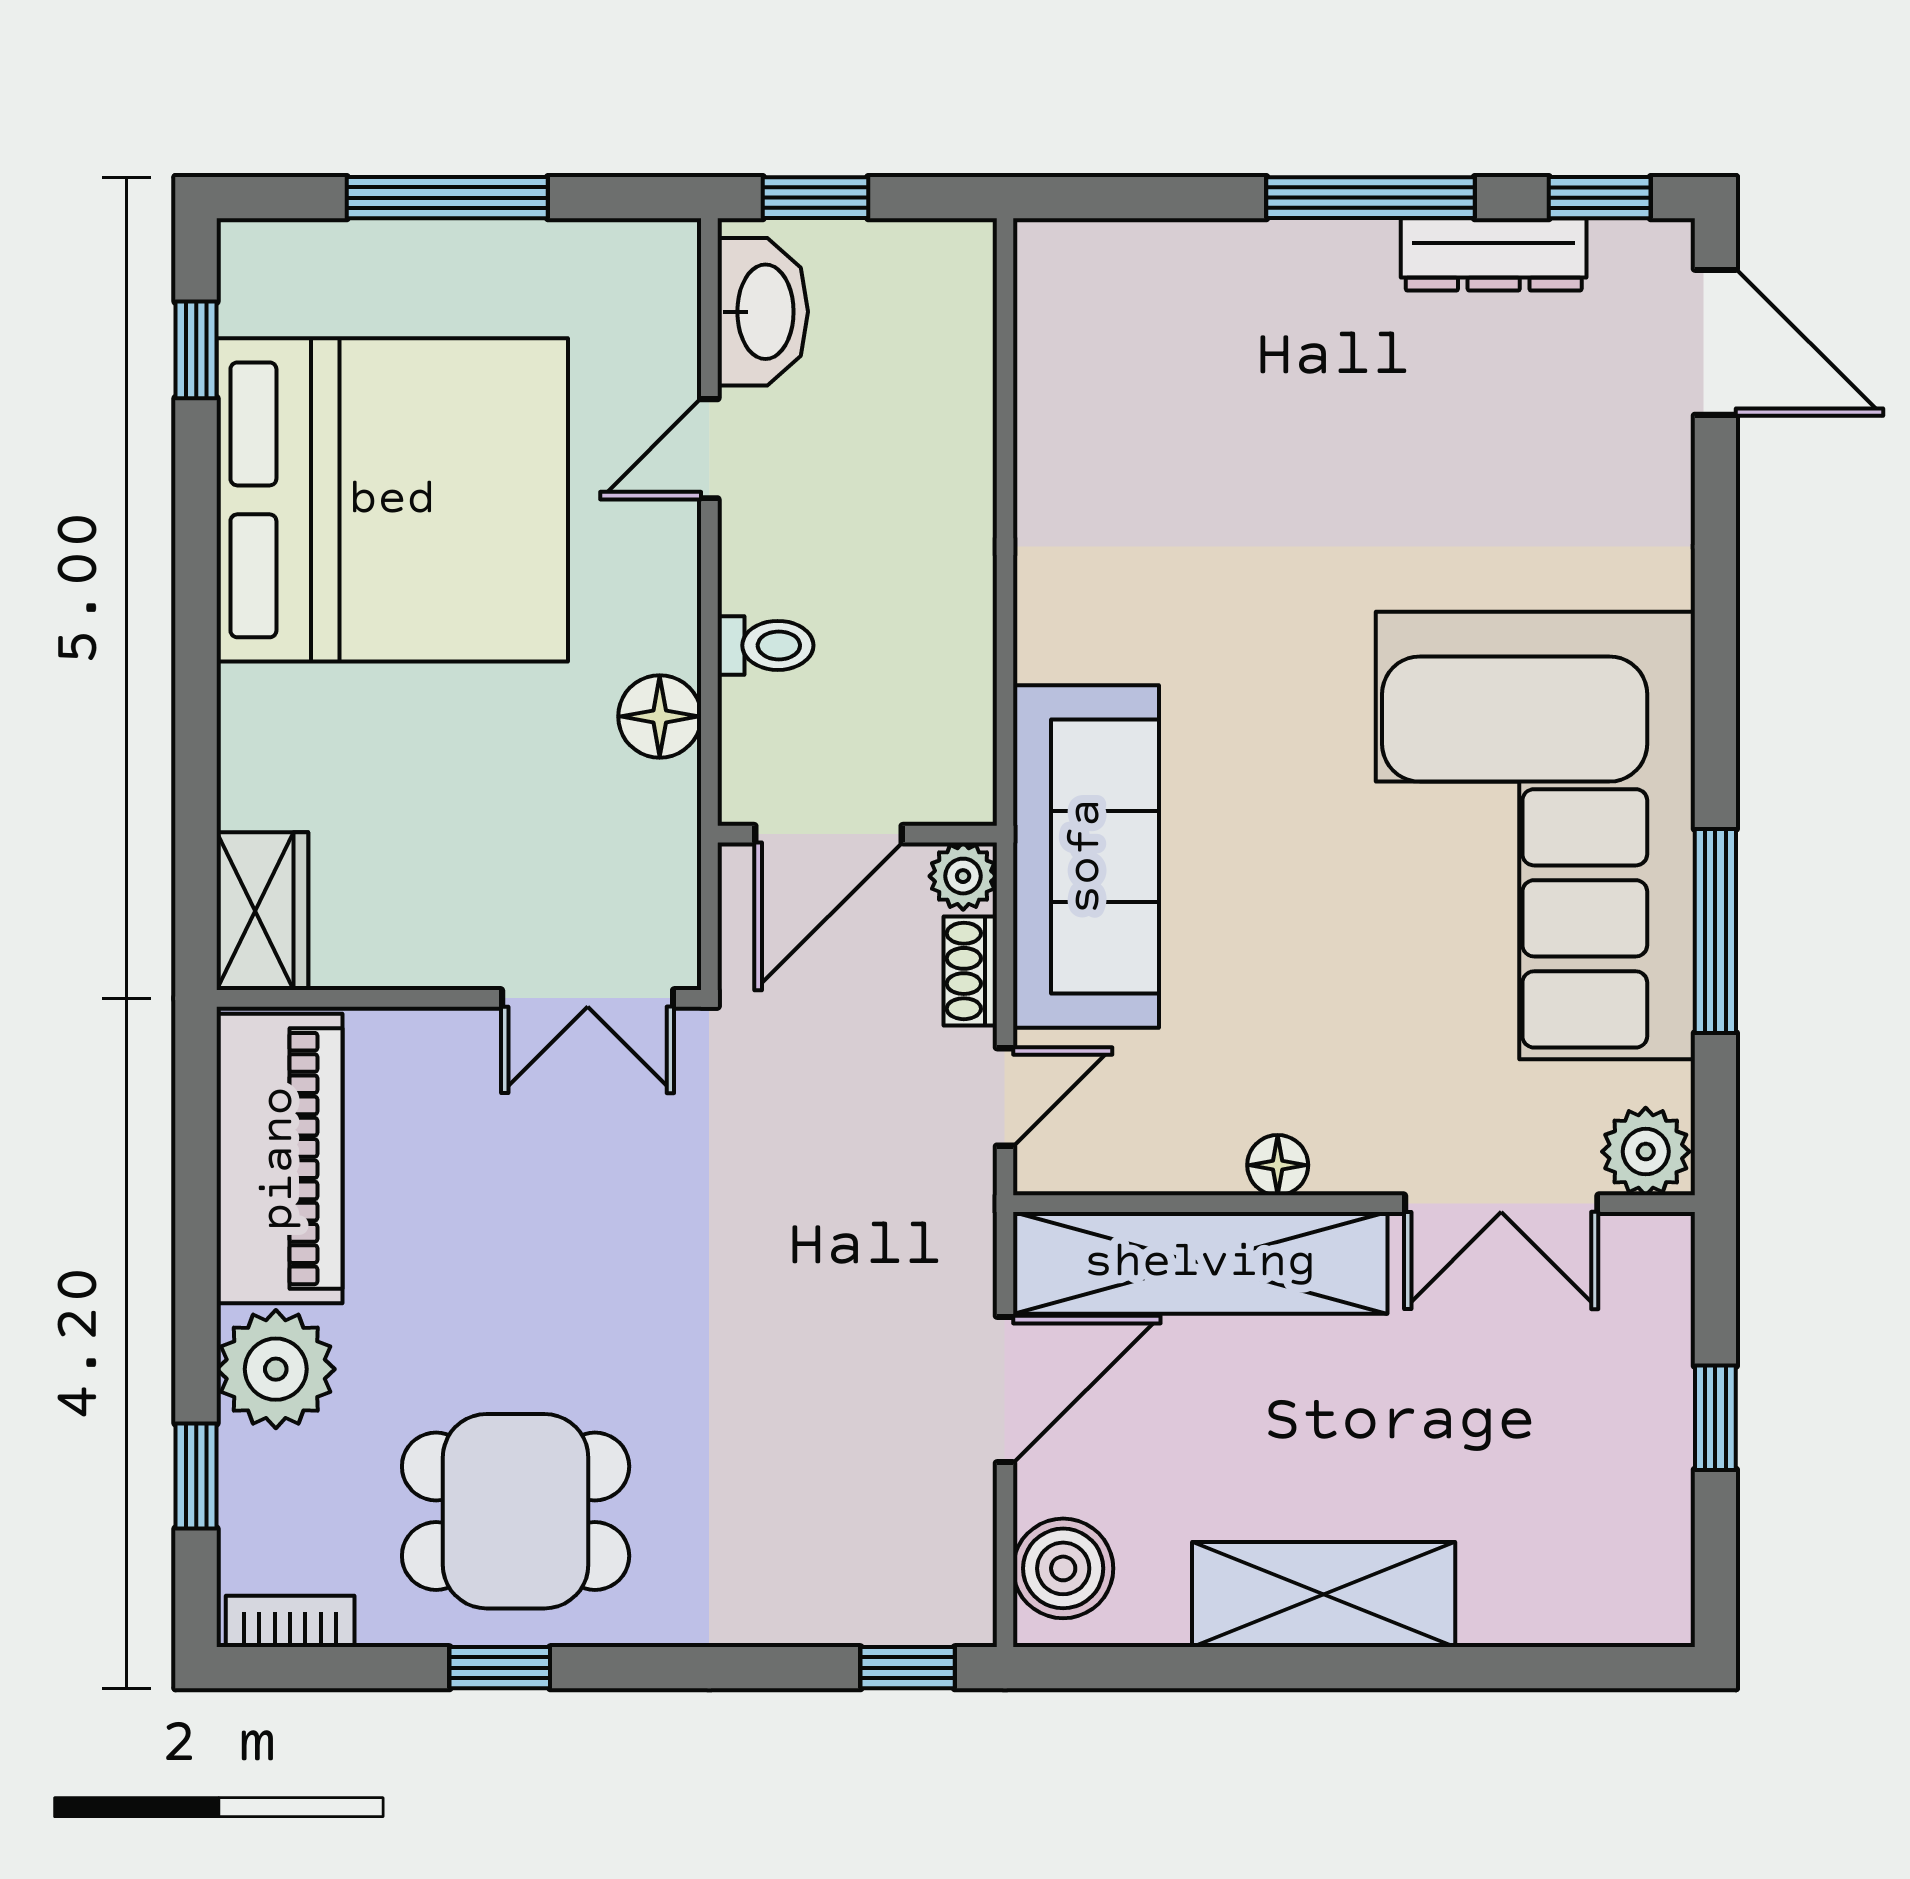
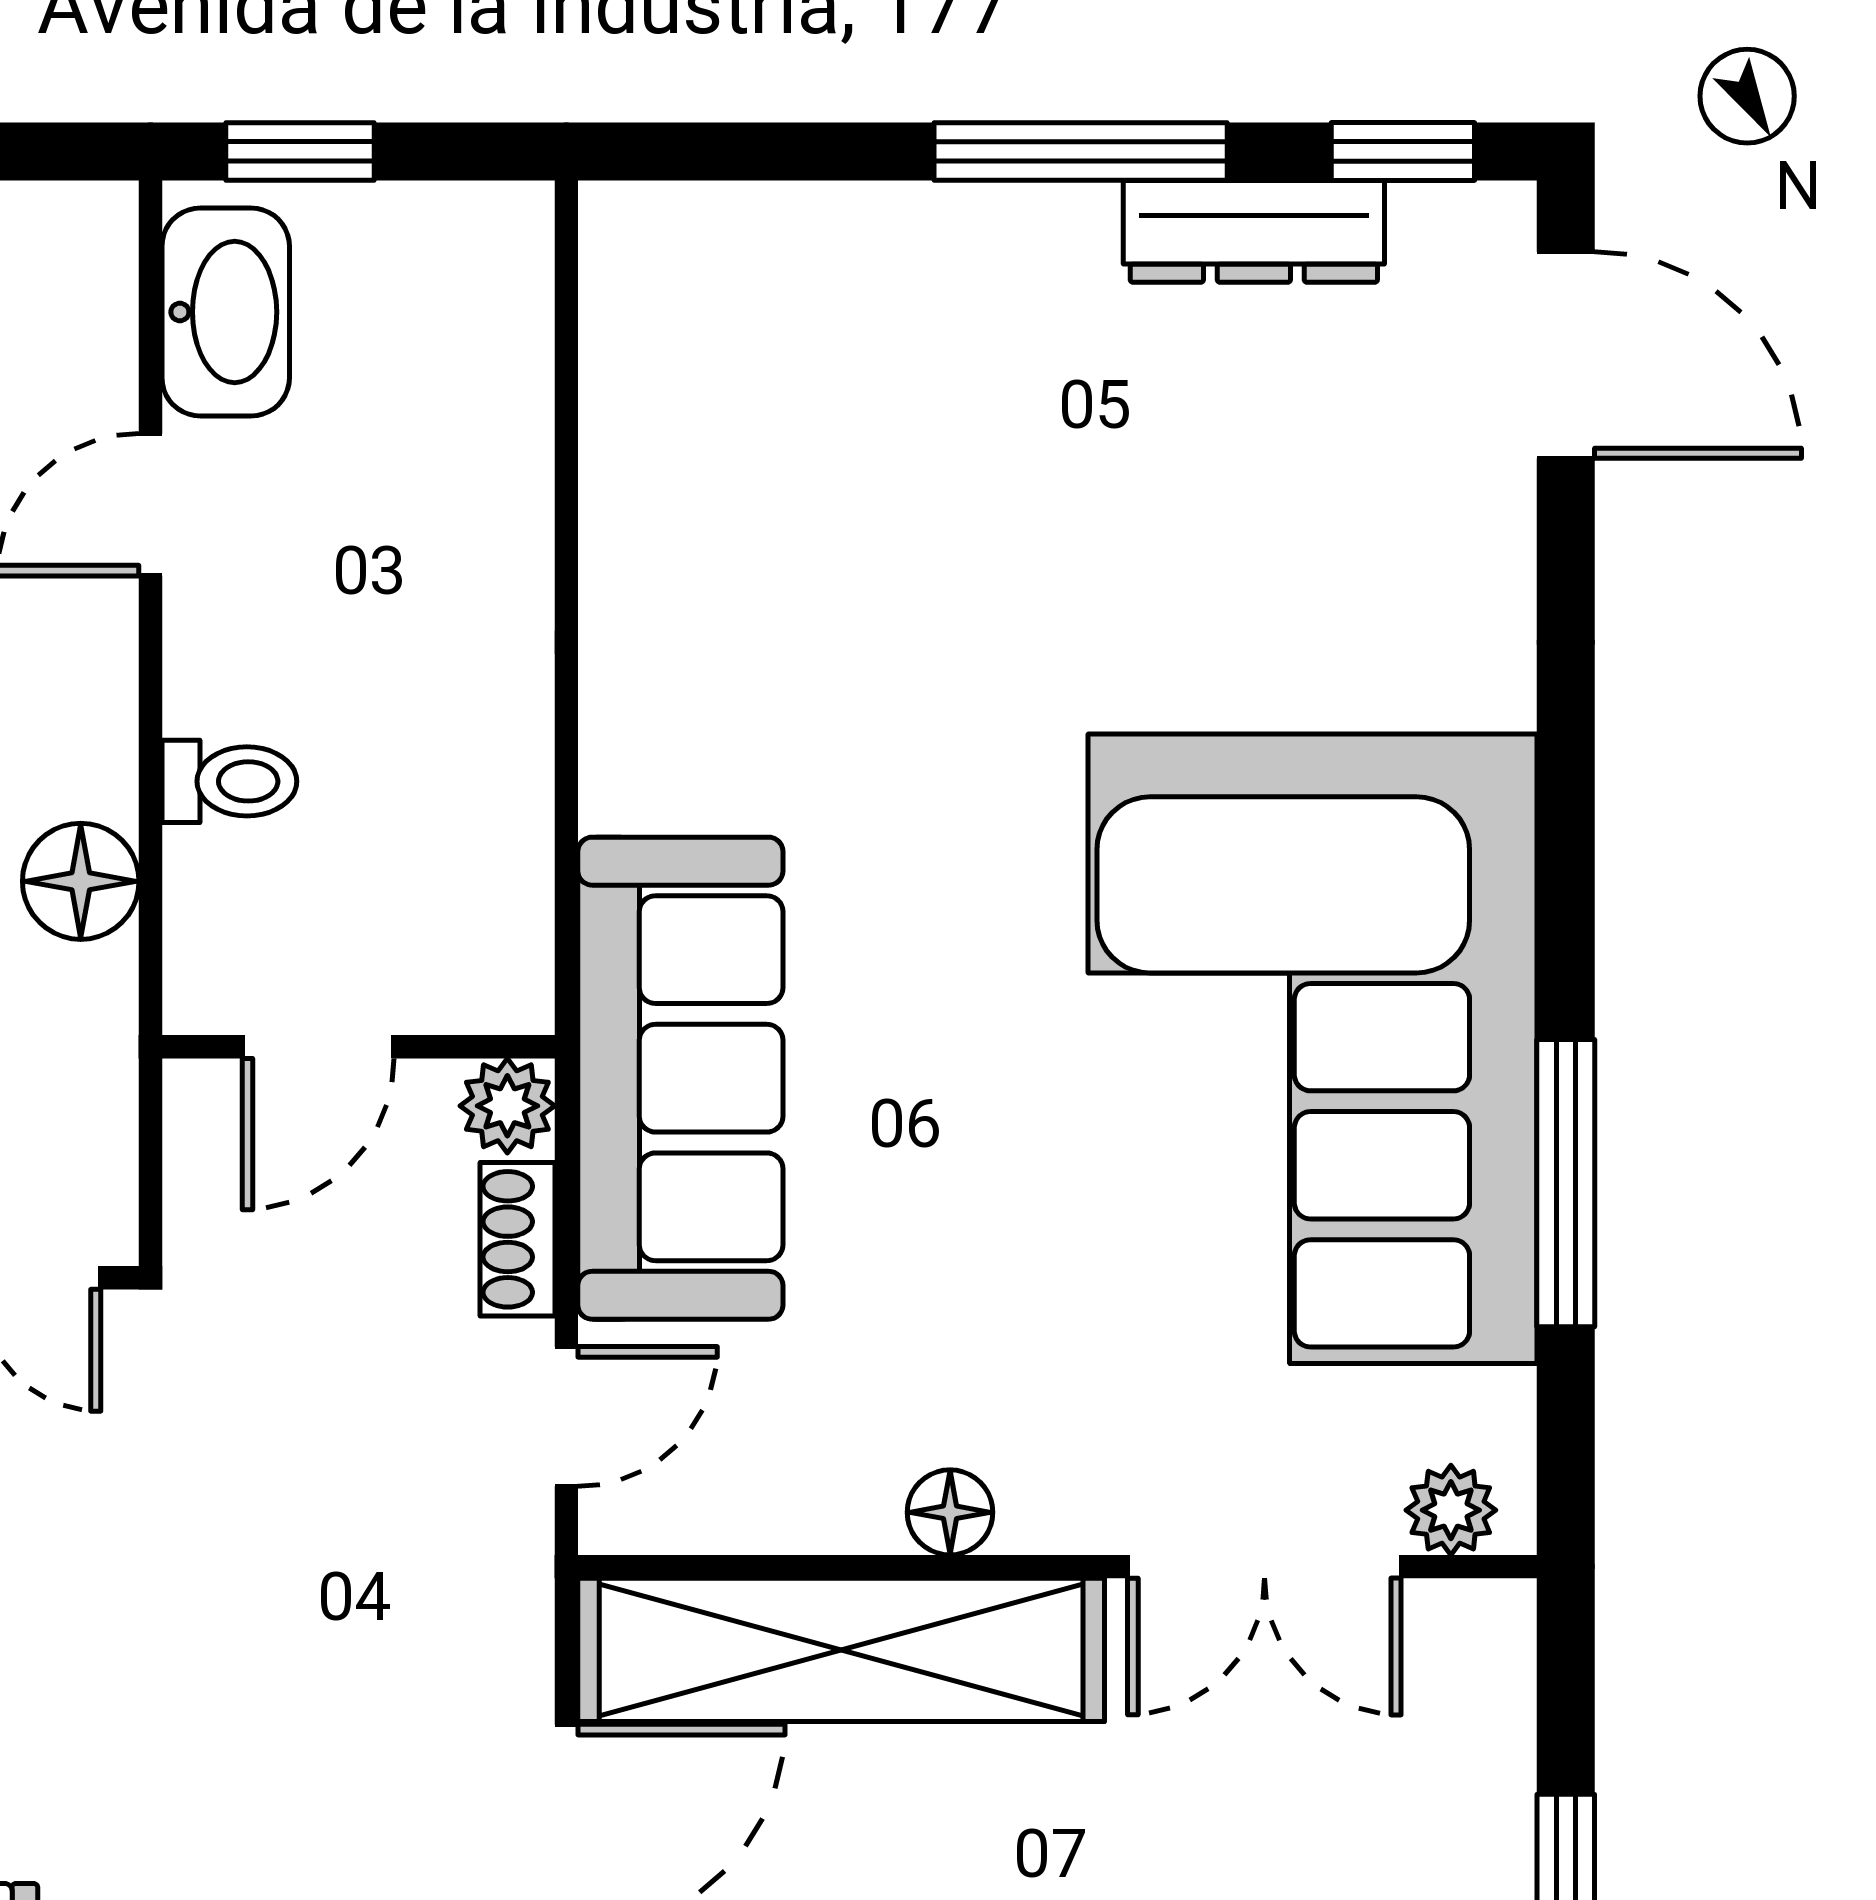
door: (828, 834) -> (318, 1047), width x0.73
plant: (1646, 1152) -> (1451, 1510), width x0.73, depth x0.73

